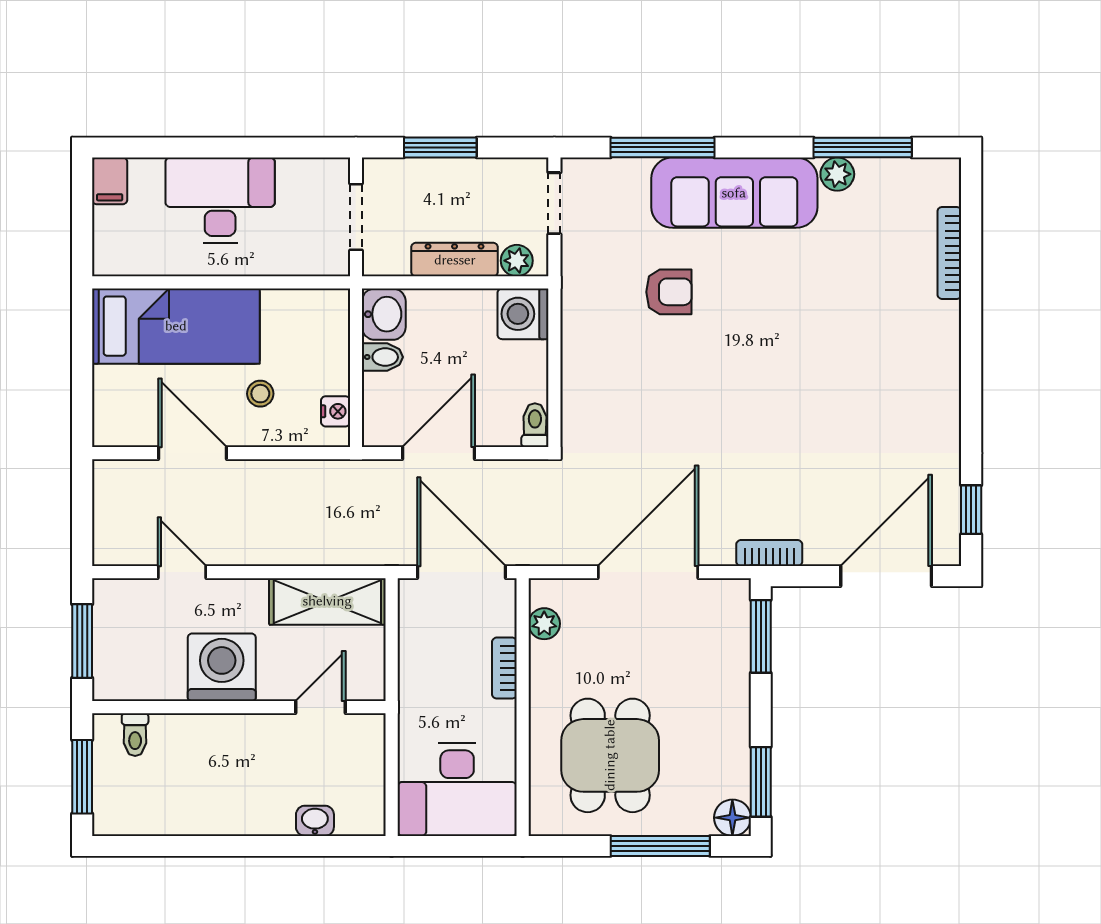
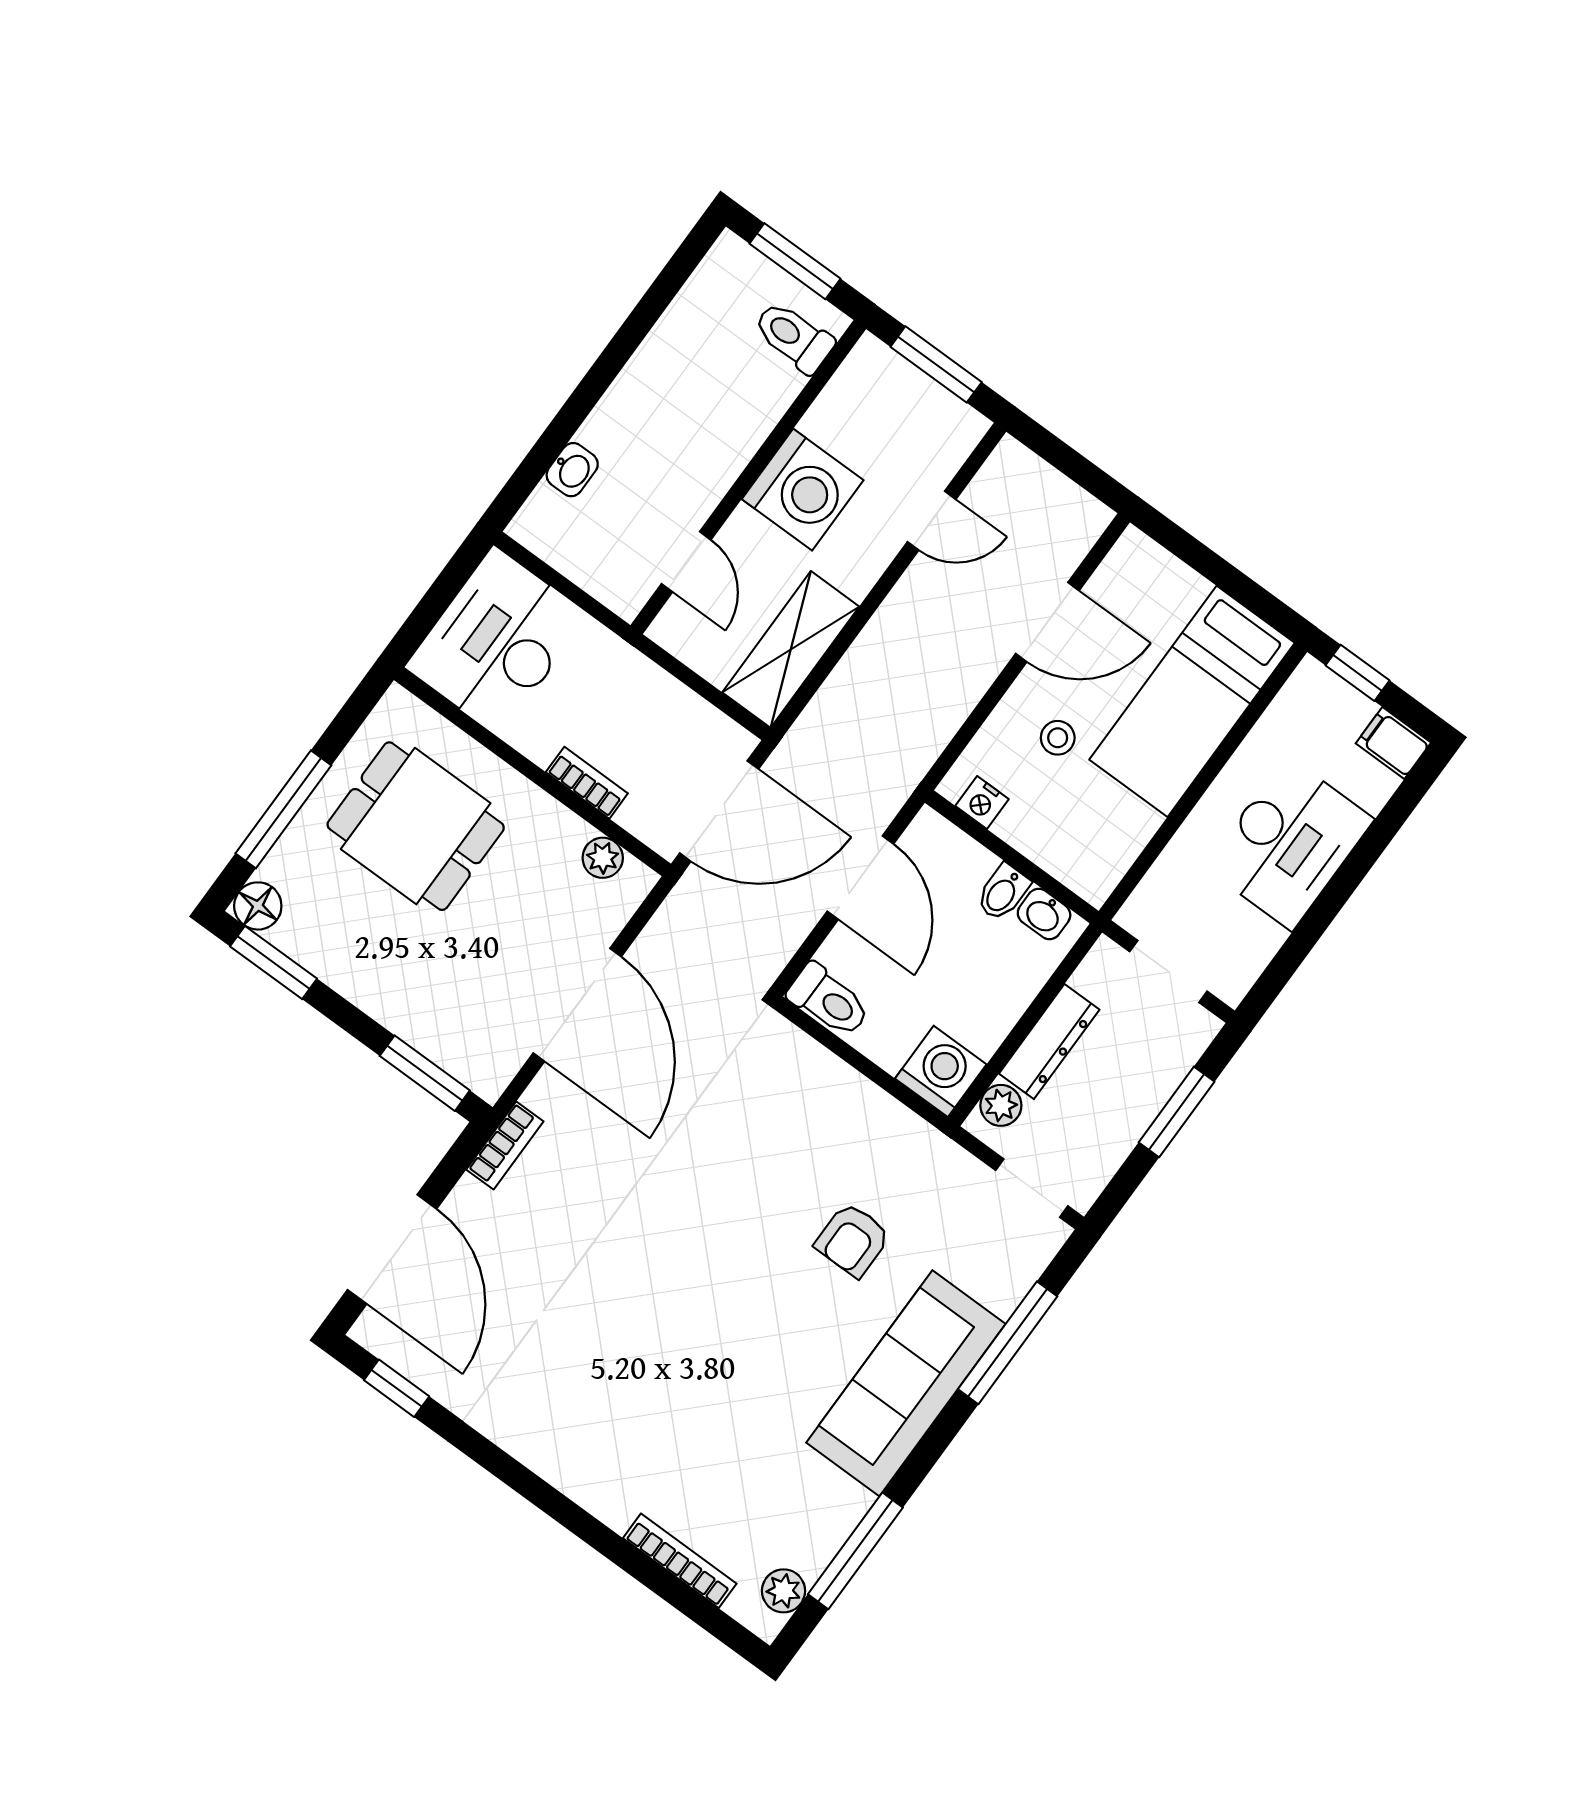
plant: (837, 174) -> (783, 1591), moved
window: (82, 235) -> (1358, 673), added
washbasin: (384, 314) -> (1044, 914), width x0.72, depth x0.69
toilet: (535, 425) -> (829, 1000), width x1.37, depth x1.39
toilet: (135, 735) -> (794, 337), width x1.37, depth x1.39

